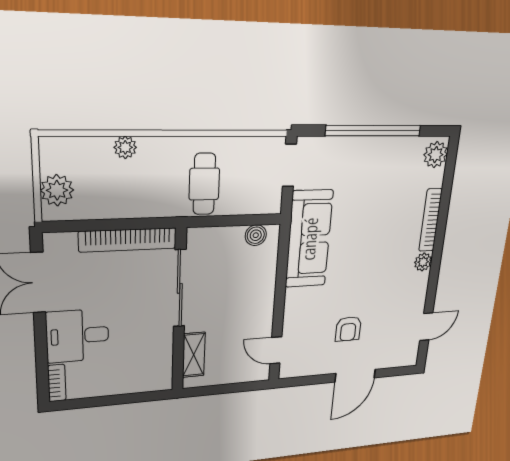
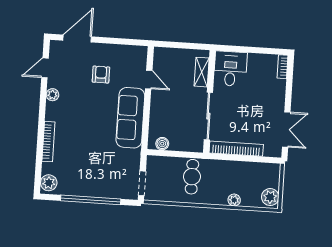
plant: (57, 190) -> (270, 197), moved
sofa: (309, 239) -> (130, 118), moved
plant: (423, 262) -> (52, 95), moved
desk: (78, 336) -> (230, 69), moved, turned -90
door: (276, 350) -> (149, 80), moved
door: (355, 376) -> (77, 39), moved

